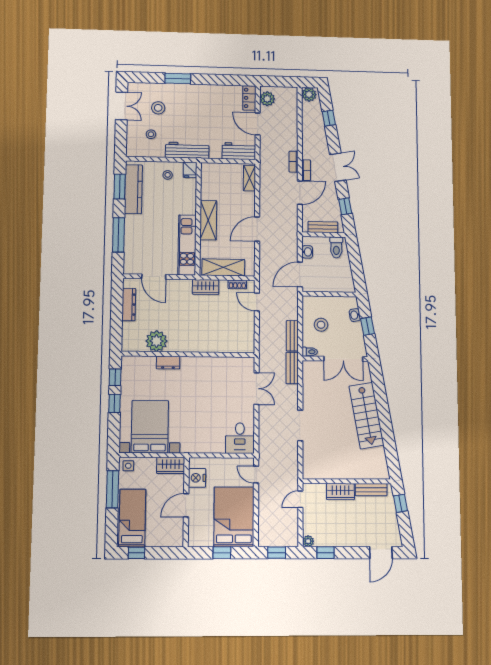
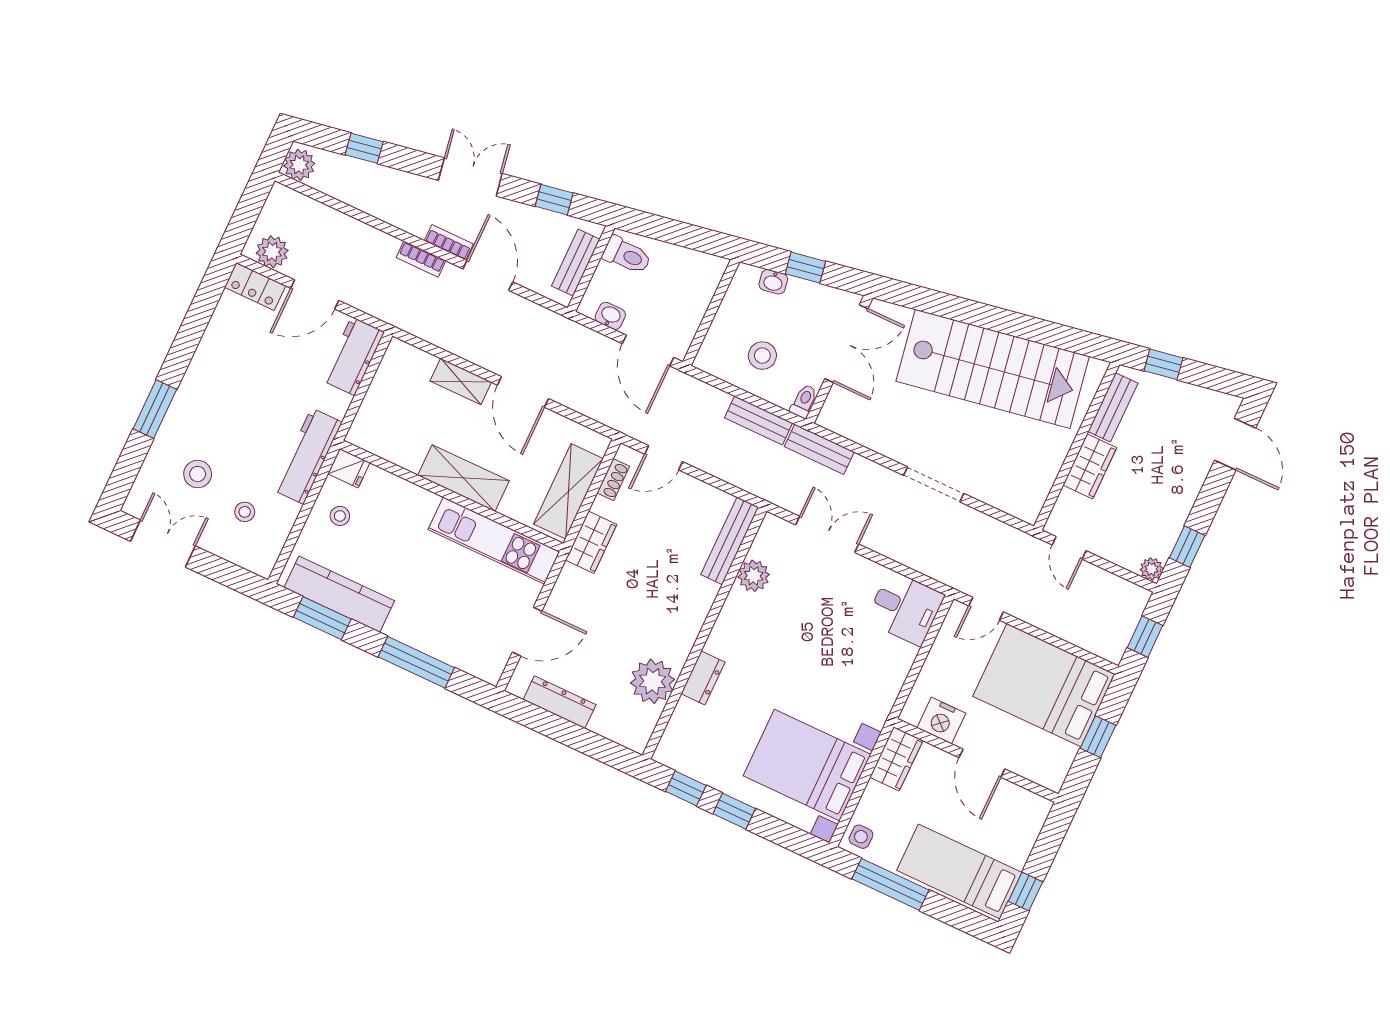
shelving: (249, 178) -> (461, 382), moved
bench: (234, 347) -> (730, 541), added
plant: (223, 364) -> (754, 576), added
stairs: (367, 416) -> (993, 369), width x1.36, depth x1.51

